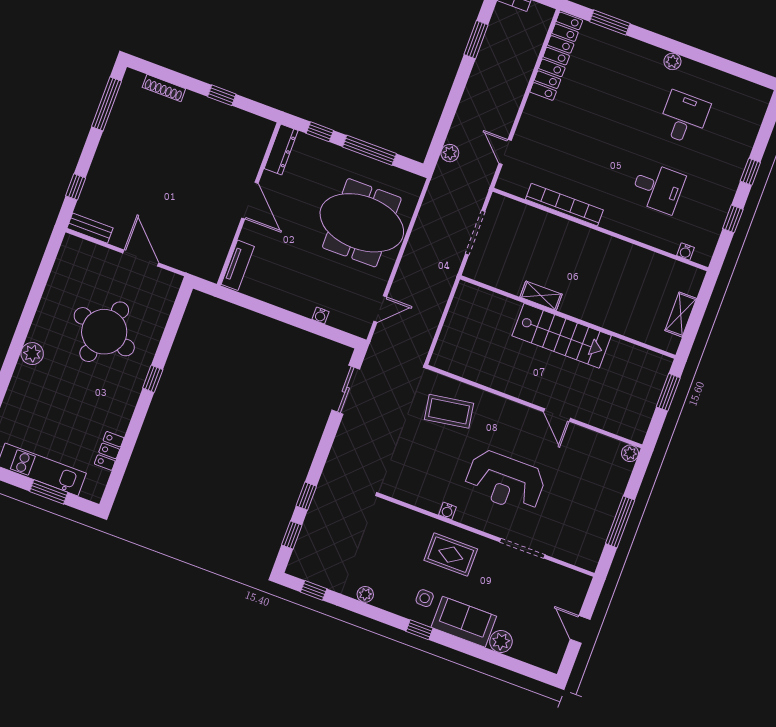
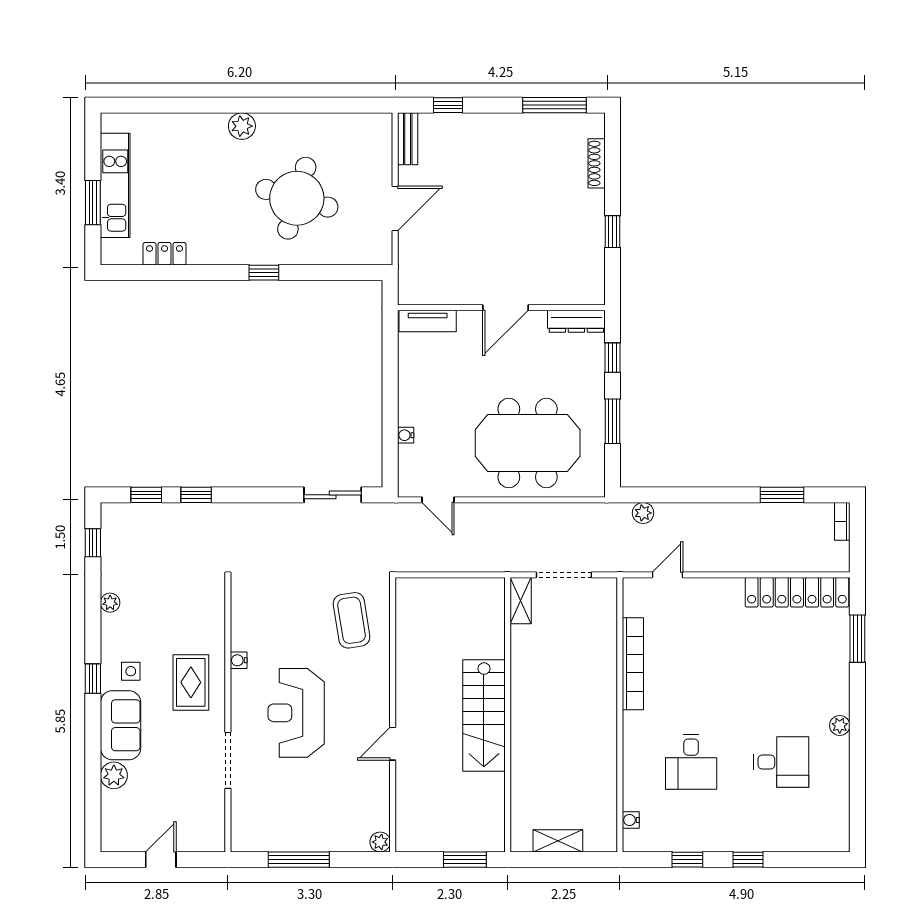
window: (369, 150) -> (612, 421), width x0.69
meeting table: (362, 223) -> (528, 443), turned 90
shelving: (541, 296) -> (521, 601), moved

